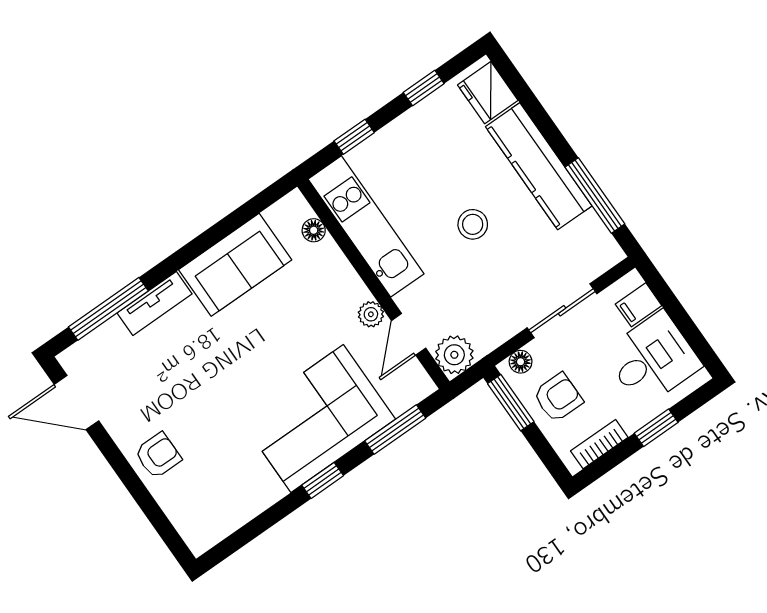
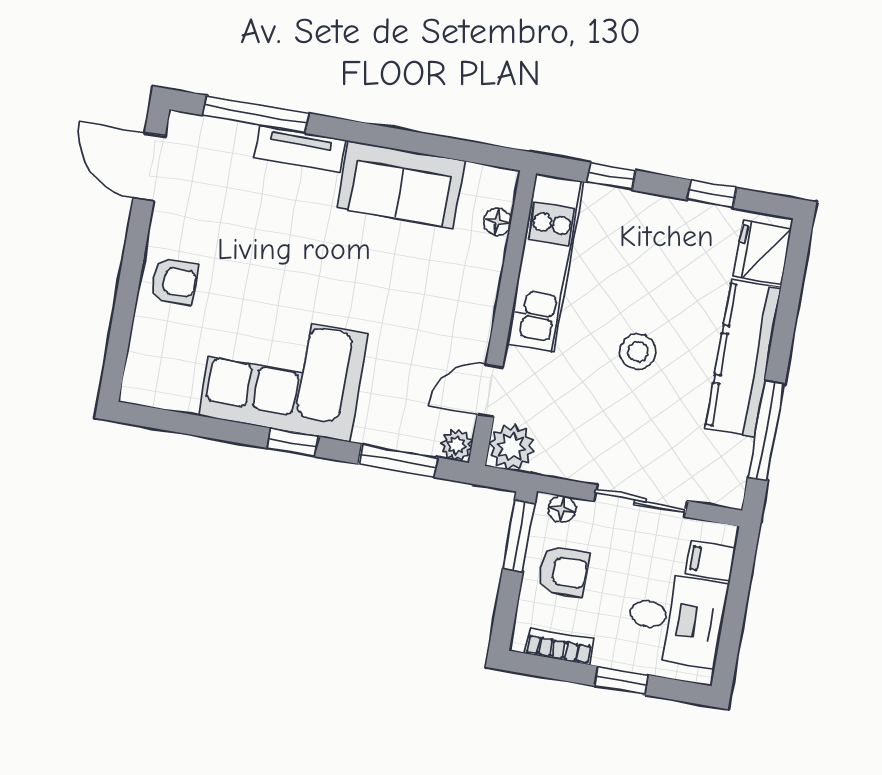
plant: (371, 314) -> (457, 445), moved
corner sofa: (317, 418) -> (283, 375), moved

